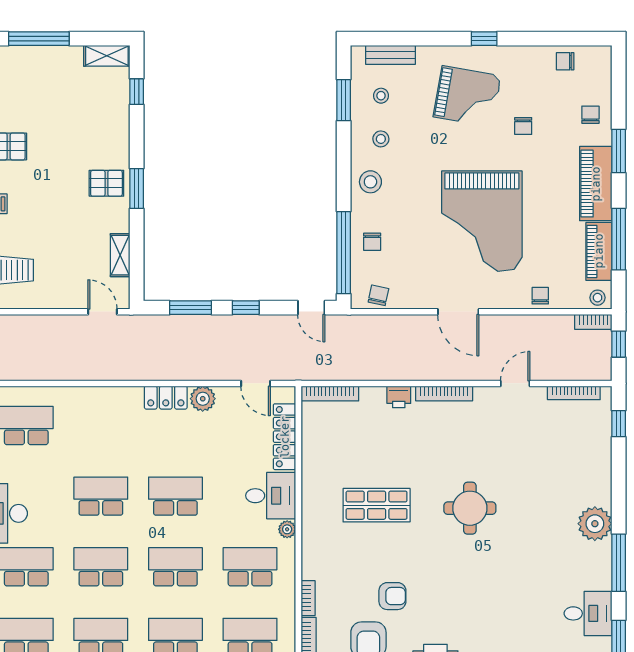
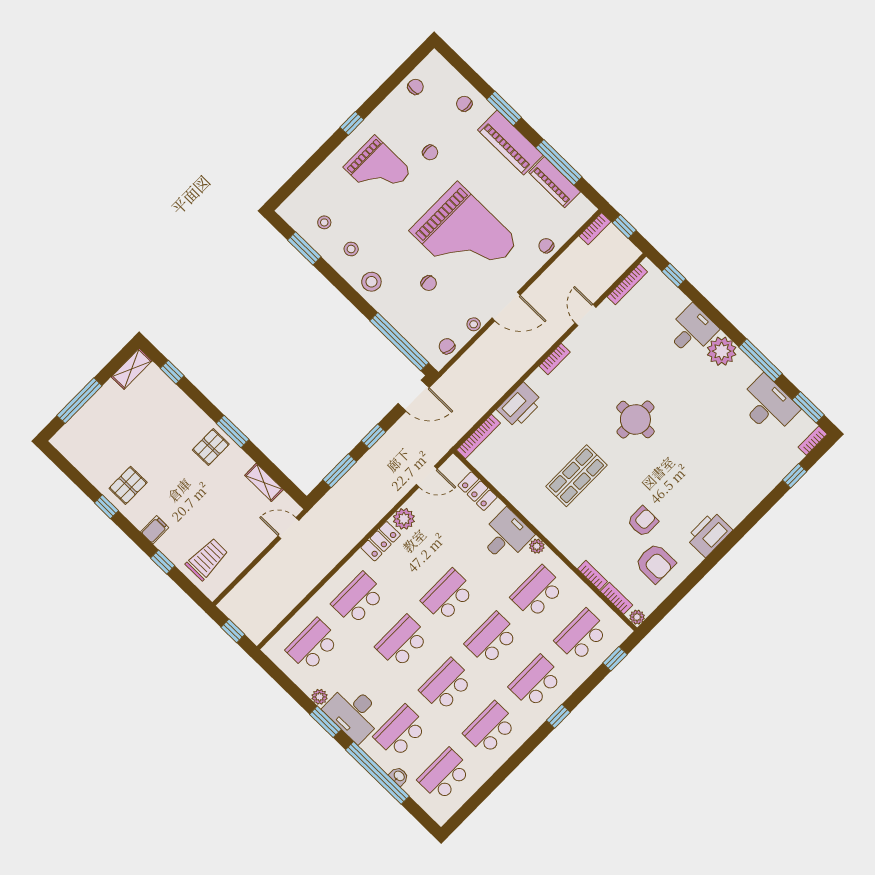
bench: (391, 55) -> (305, 192), removed
chair: (565, 61) -> (416, 87), turned 180
grand piano: (467, 96) -> (377, 169), turned 80
chair: (372, 242) -> (429, 283), moved
stool: (598, 298) -> (474, 324), moved
door: (311, 308) -> (414, 396), width x1.38
bookcase: (444, 393) -> (555, 359), width x0.64
printer: (399, 397) -> (520, 405), width x1.87, depth x1.48
school desk: (101, 426) -> (358, 599), added
locker: (285, 437) -> (478, 491), width x0.66
desk: (588, 483) -> (692, 330), added
desk: (588, 613) -> (768, 405), width x1.37

